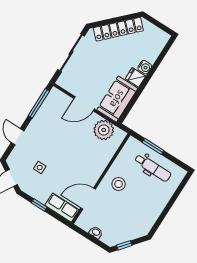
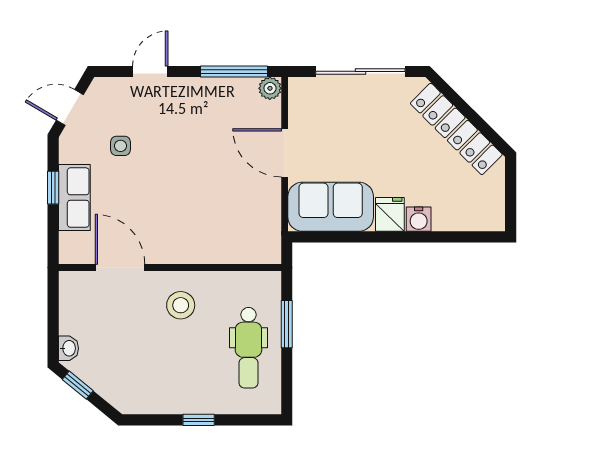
plant: (104, 130) -> (270, 88), moved, width x0.53, depth x0.53
window: (169, 206) -> (199, 420), added
row of seats: (62, 208) -> (74, 198), moved
washbasin: (96, 232) -> (69, 348), moved

